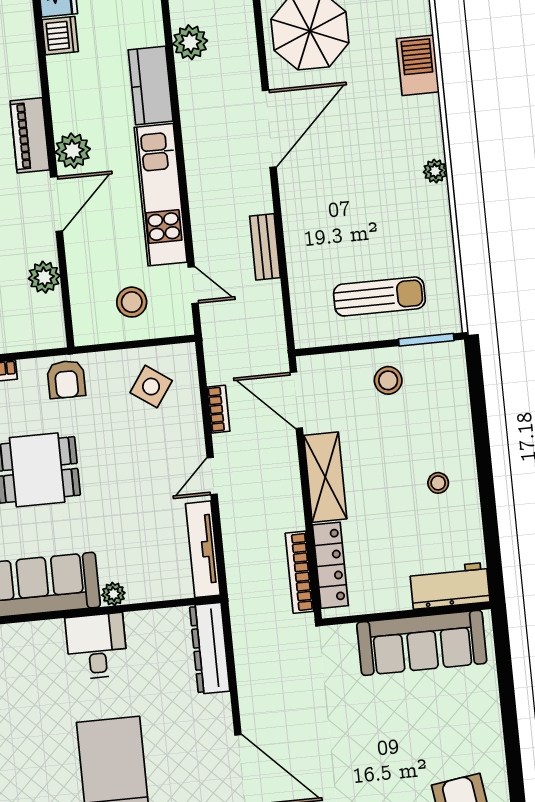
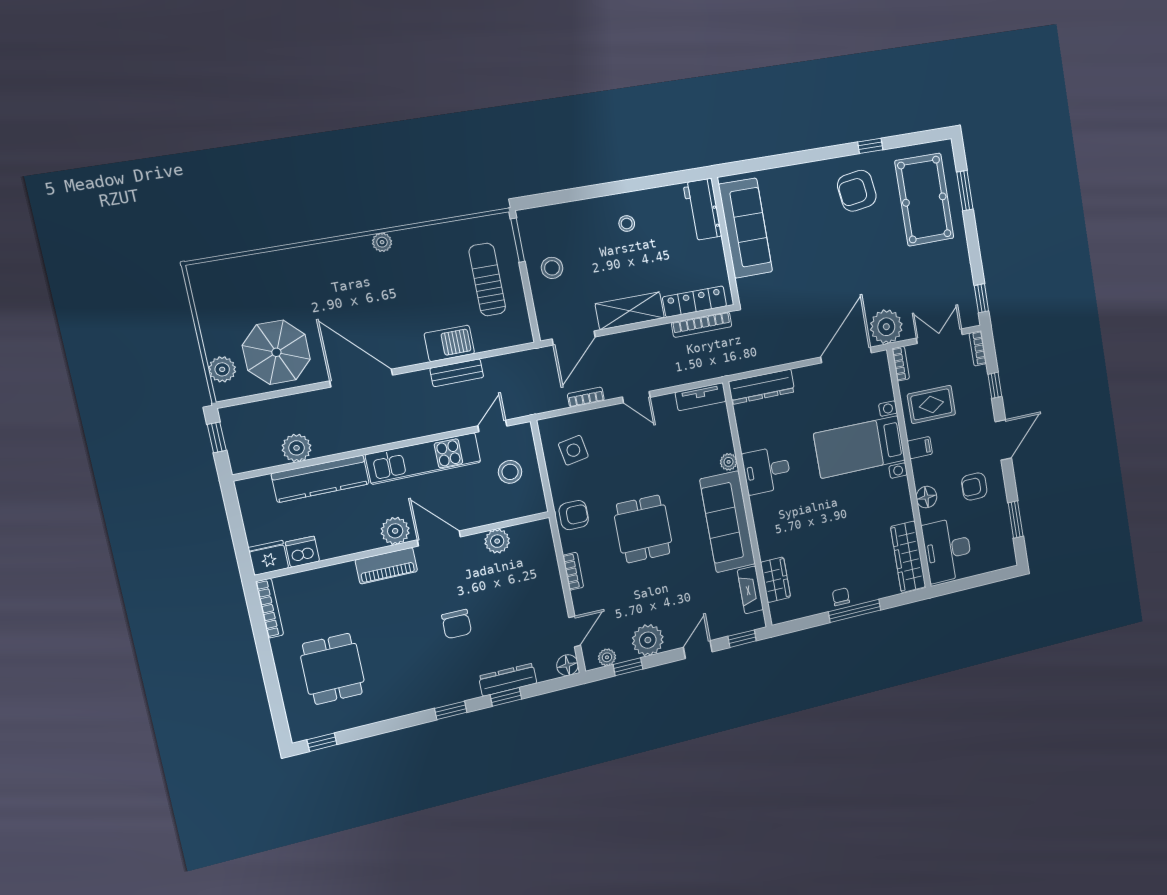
barbecue: (418, 65) -> (449, 343), moved, turned 180
kitchen counter: (151, 85) -> (320, 479), width x1.50
side table: (151, 387) -> (573, 450), turned 45
tv unit: (203, 549) -> (701, 397), width x0.71

